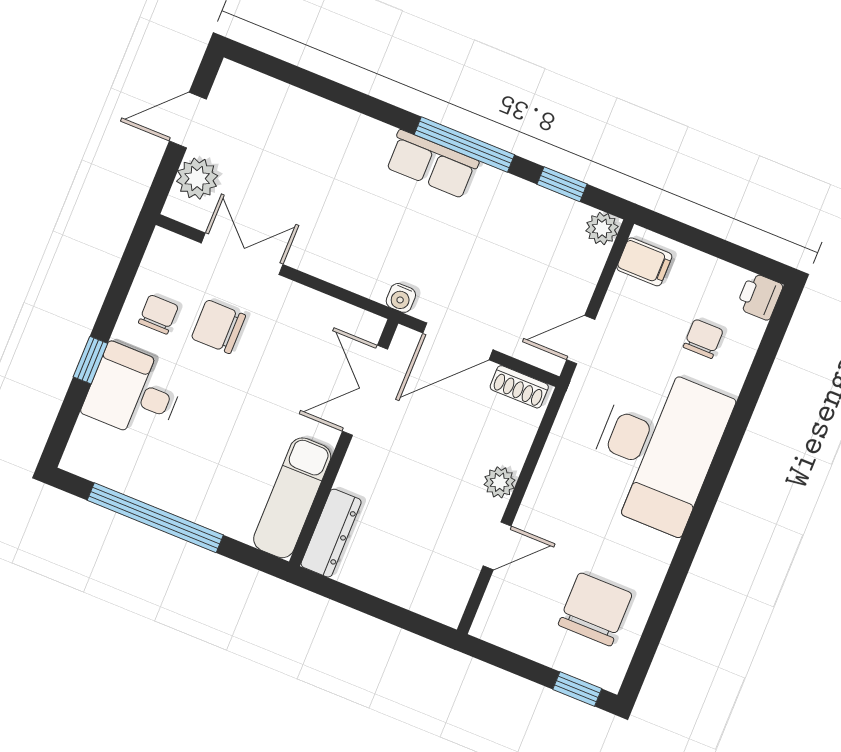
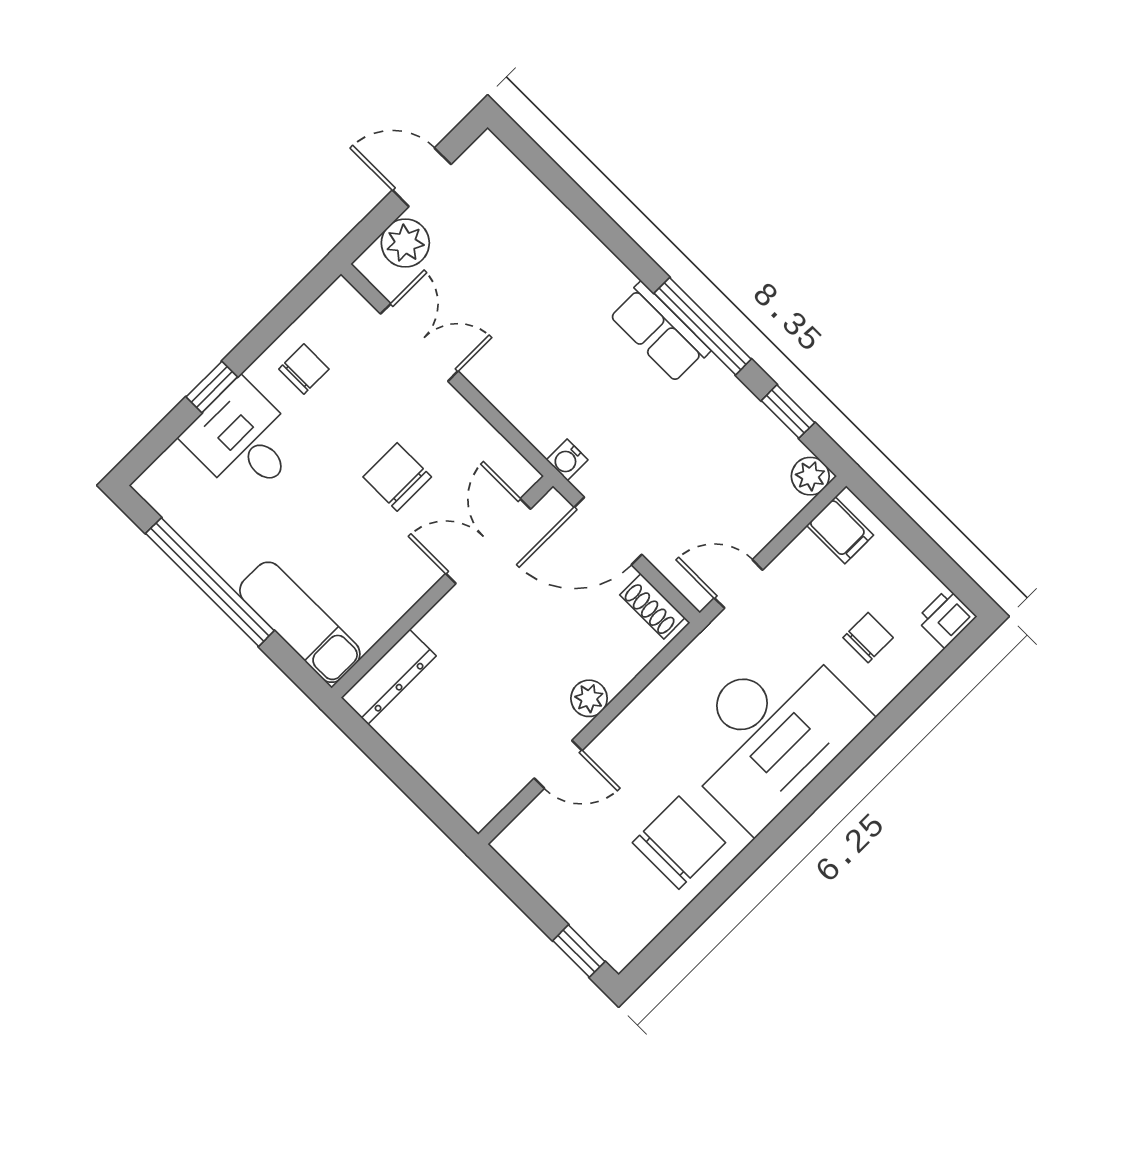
chair: (218, 327) -> (397, 477), moved
exam couch: (292, 498) -> (300, 622), moved, turned 90
chair: (595, 609) -> (679, 843), moved

